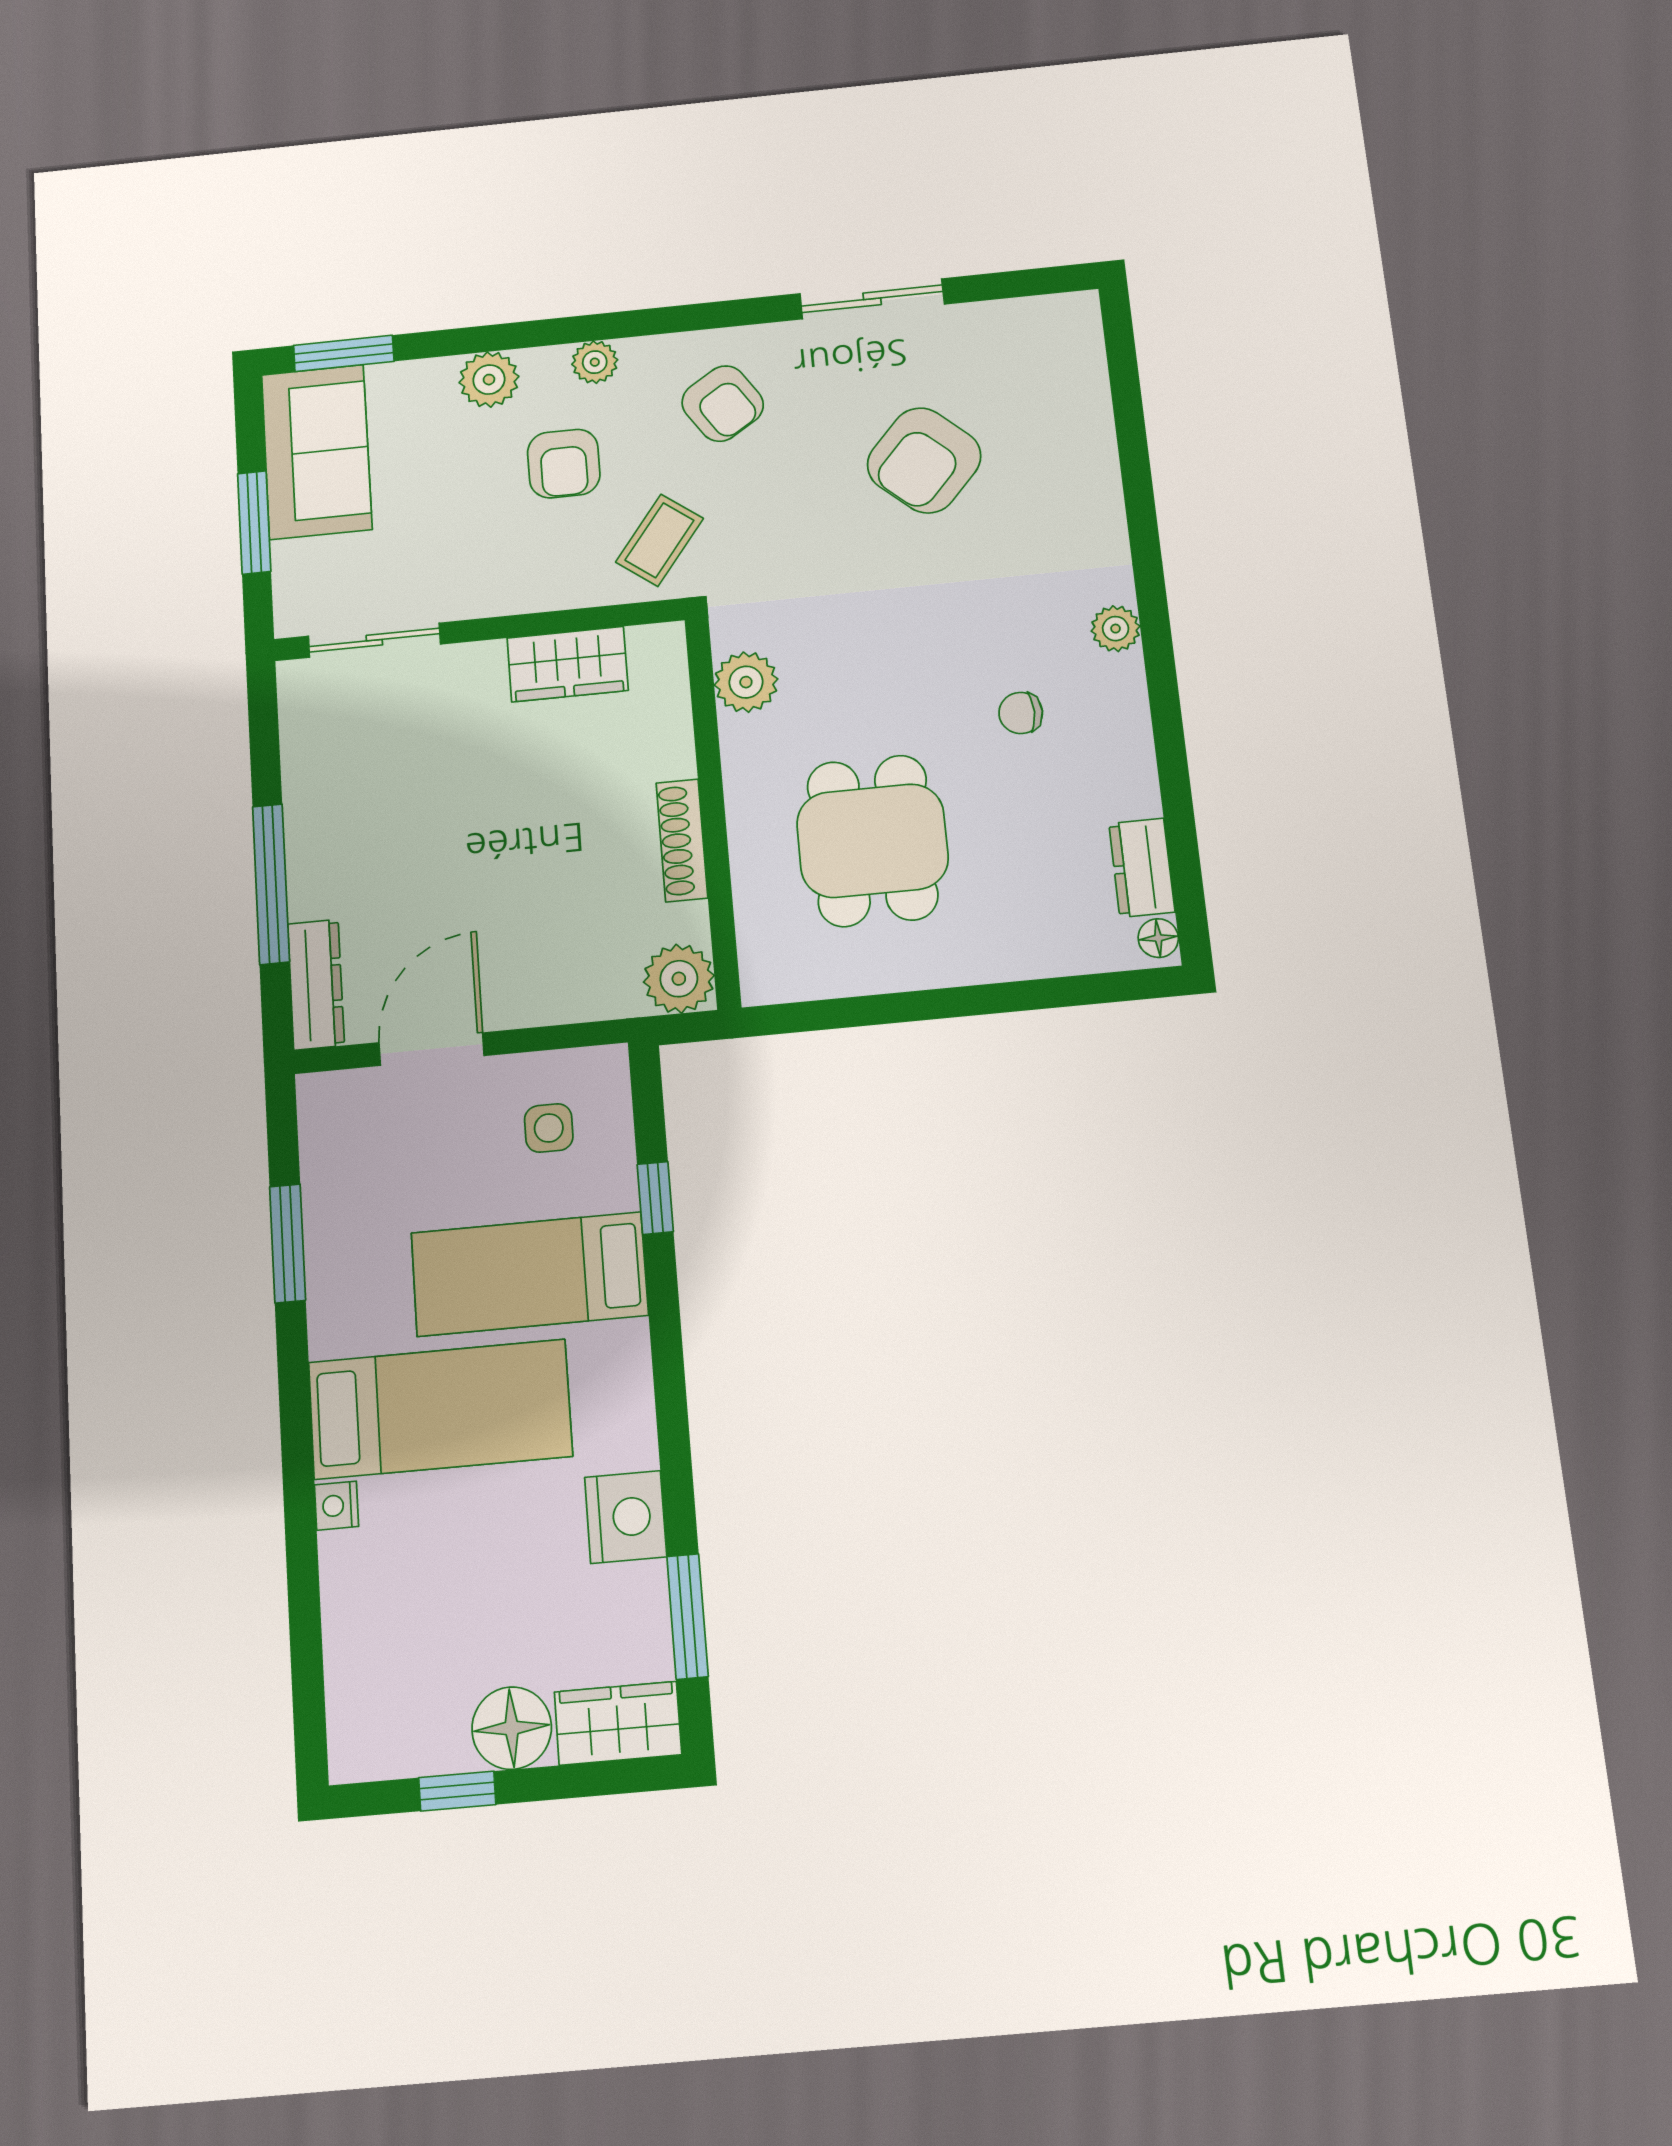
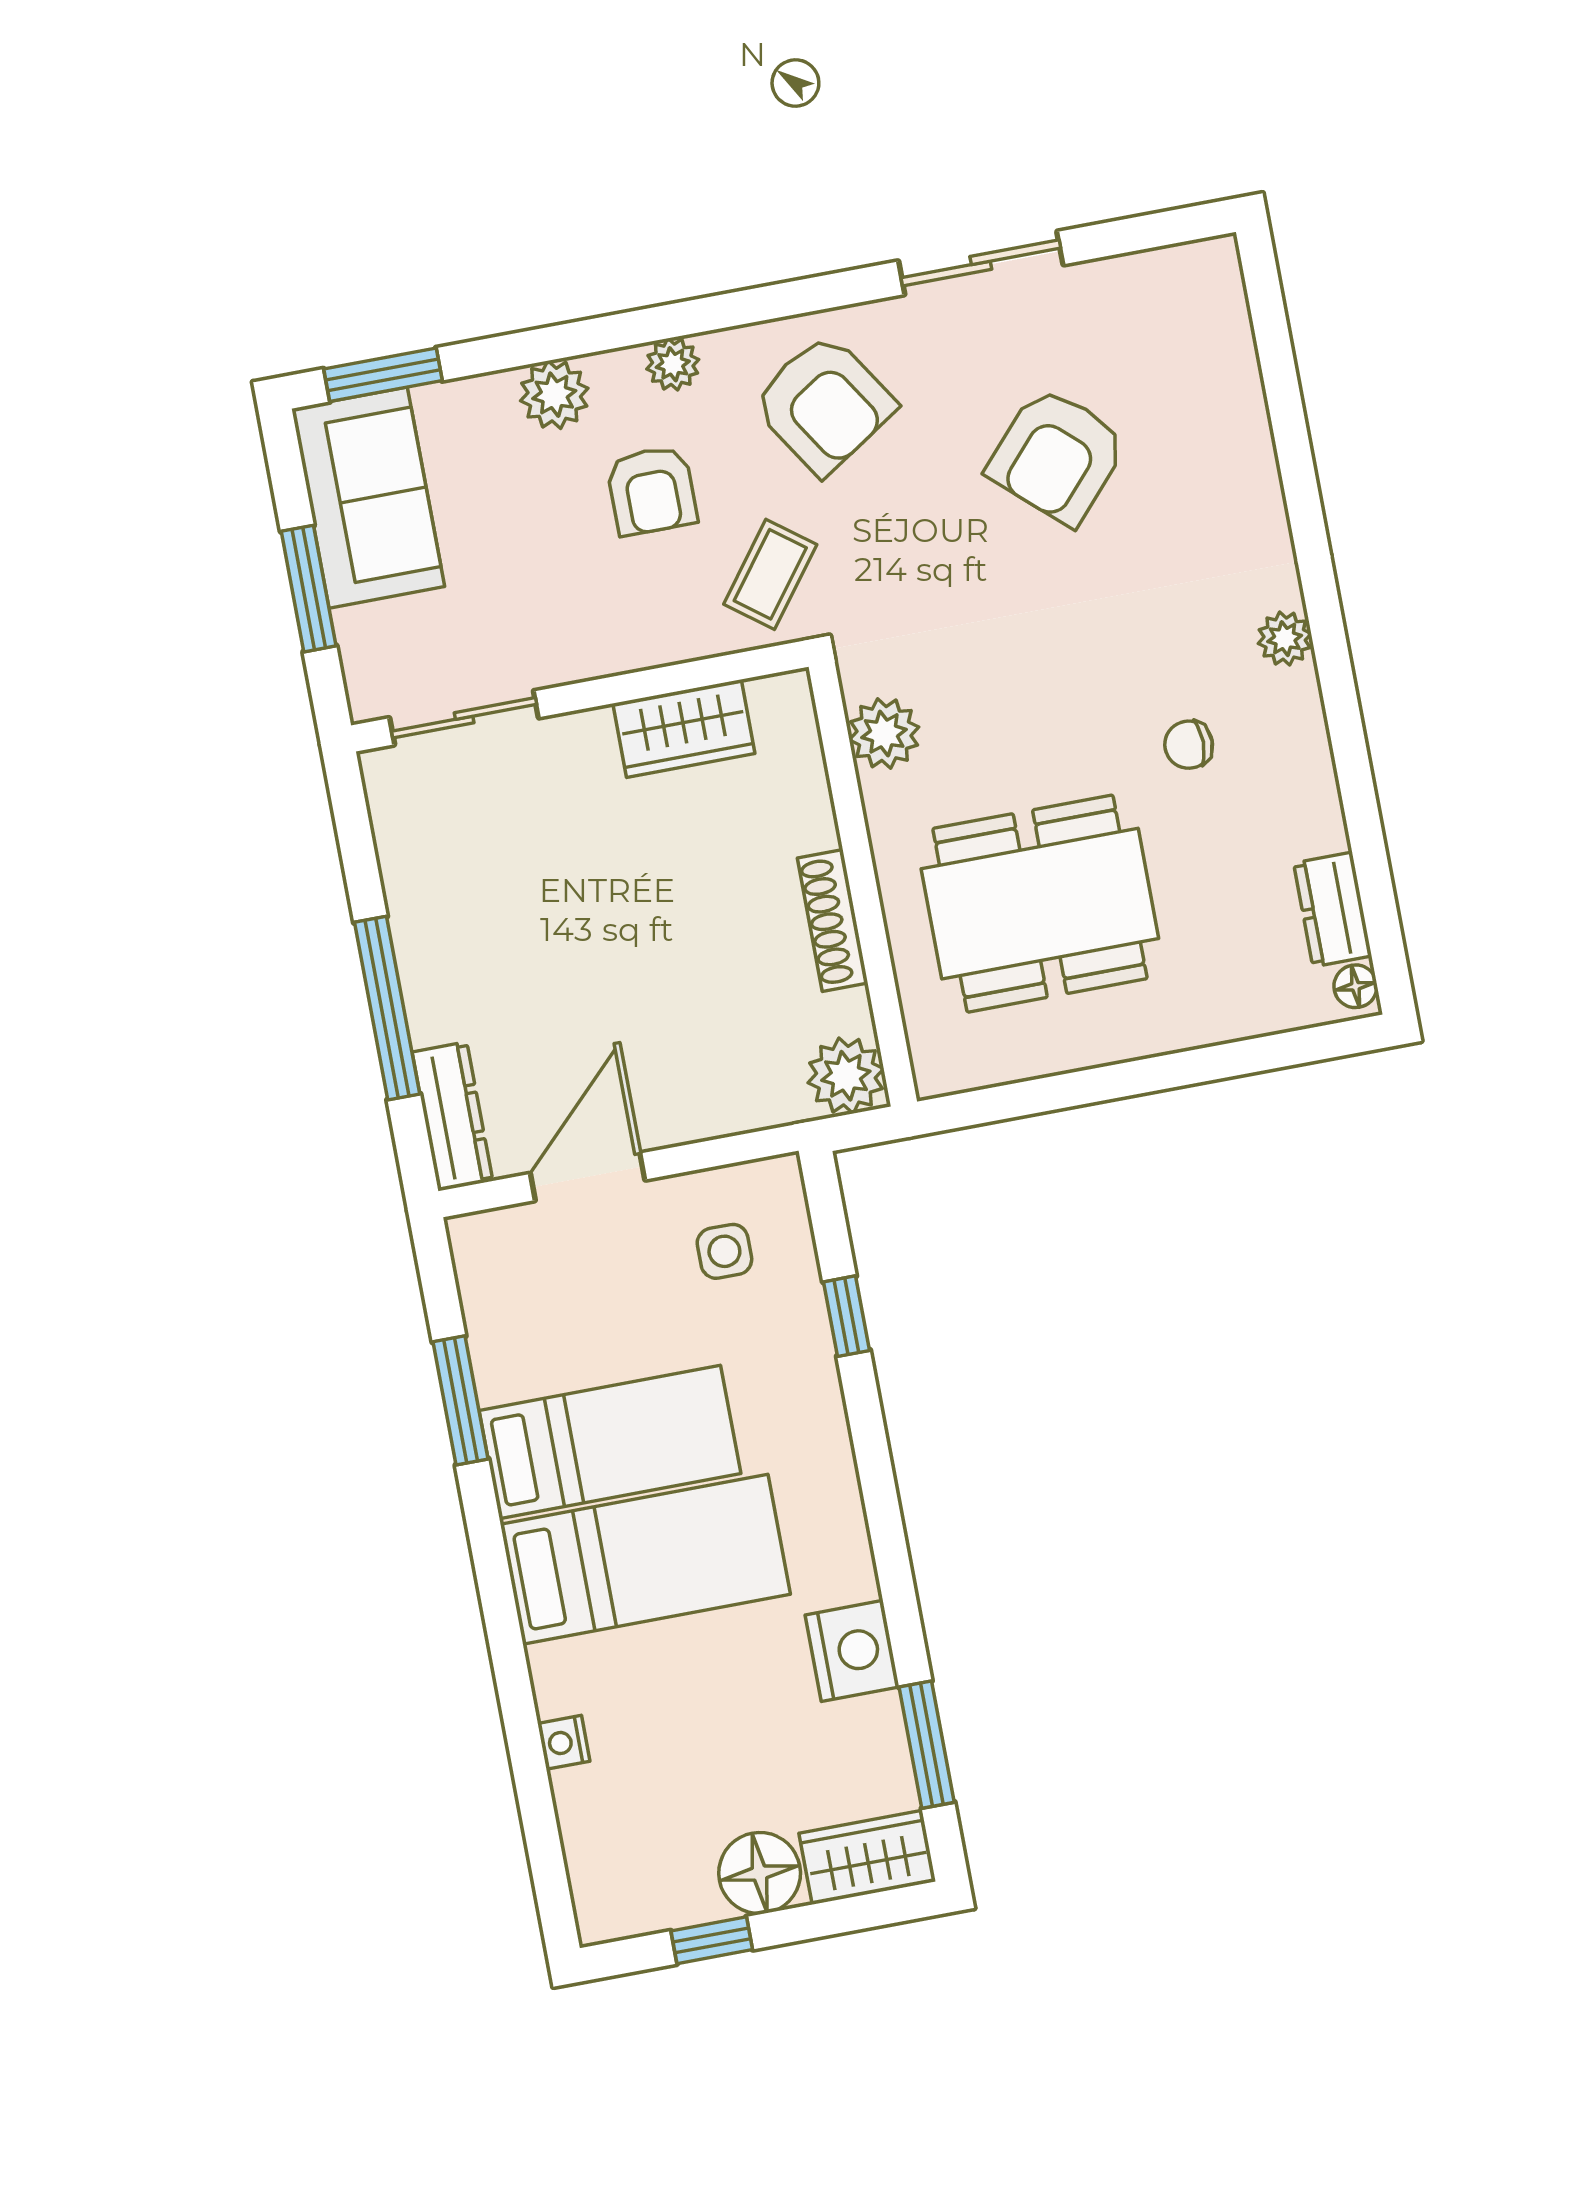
armchair: (723, 404) -> (824, 404), width x1.38, depth x1.38
dining table: (872, 841) -> (1040, 904), width x1.37
bed: (529, 1274) -> (610, 1442), moved, turned 180
nightstand: (336, 1506) -> (564, 1742), moved

